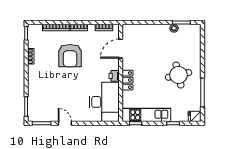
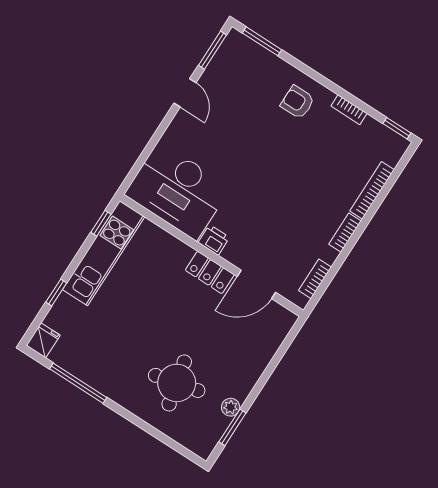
door: (121, 49) -> (256, 284), swing flipped
armchair: (70, 56) -> (298, 102), moved, width x0.53, depth x0.53
round table: (178, 75) -> (177, 383), moved
locker: (128, 80) -> (210, 272), moved
door: (65, 123) -> (185, 93), hinge flipped

